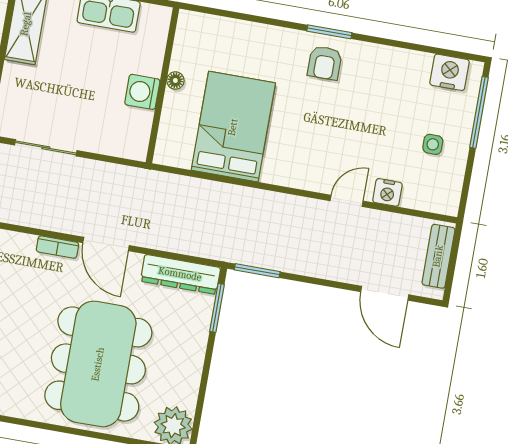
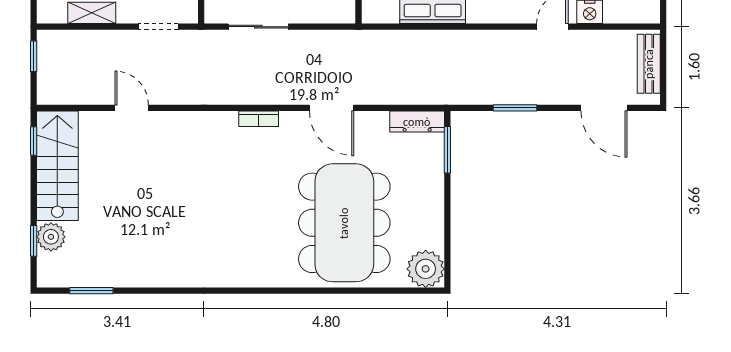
bookcase: (57, 247) -> (259, 119), moved
window: (257, 271) -> (515, 108), moved
dresser: (180, 274) -> (417, 122), width x0.73, depth x0.80

